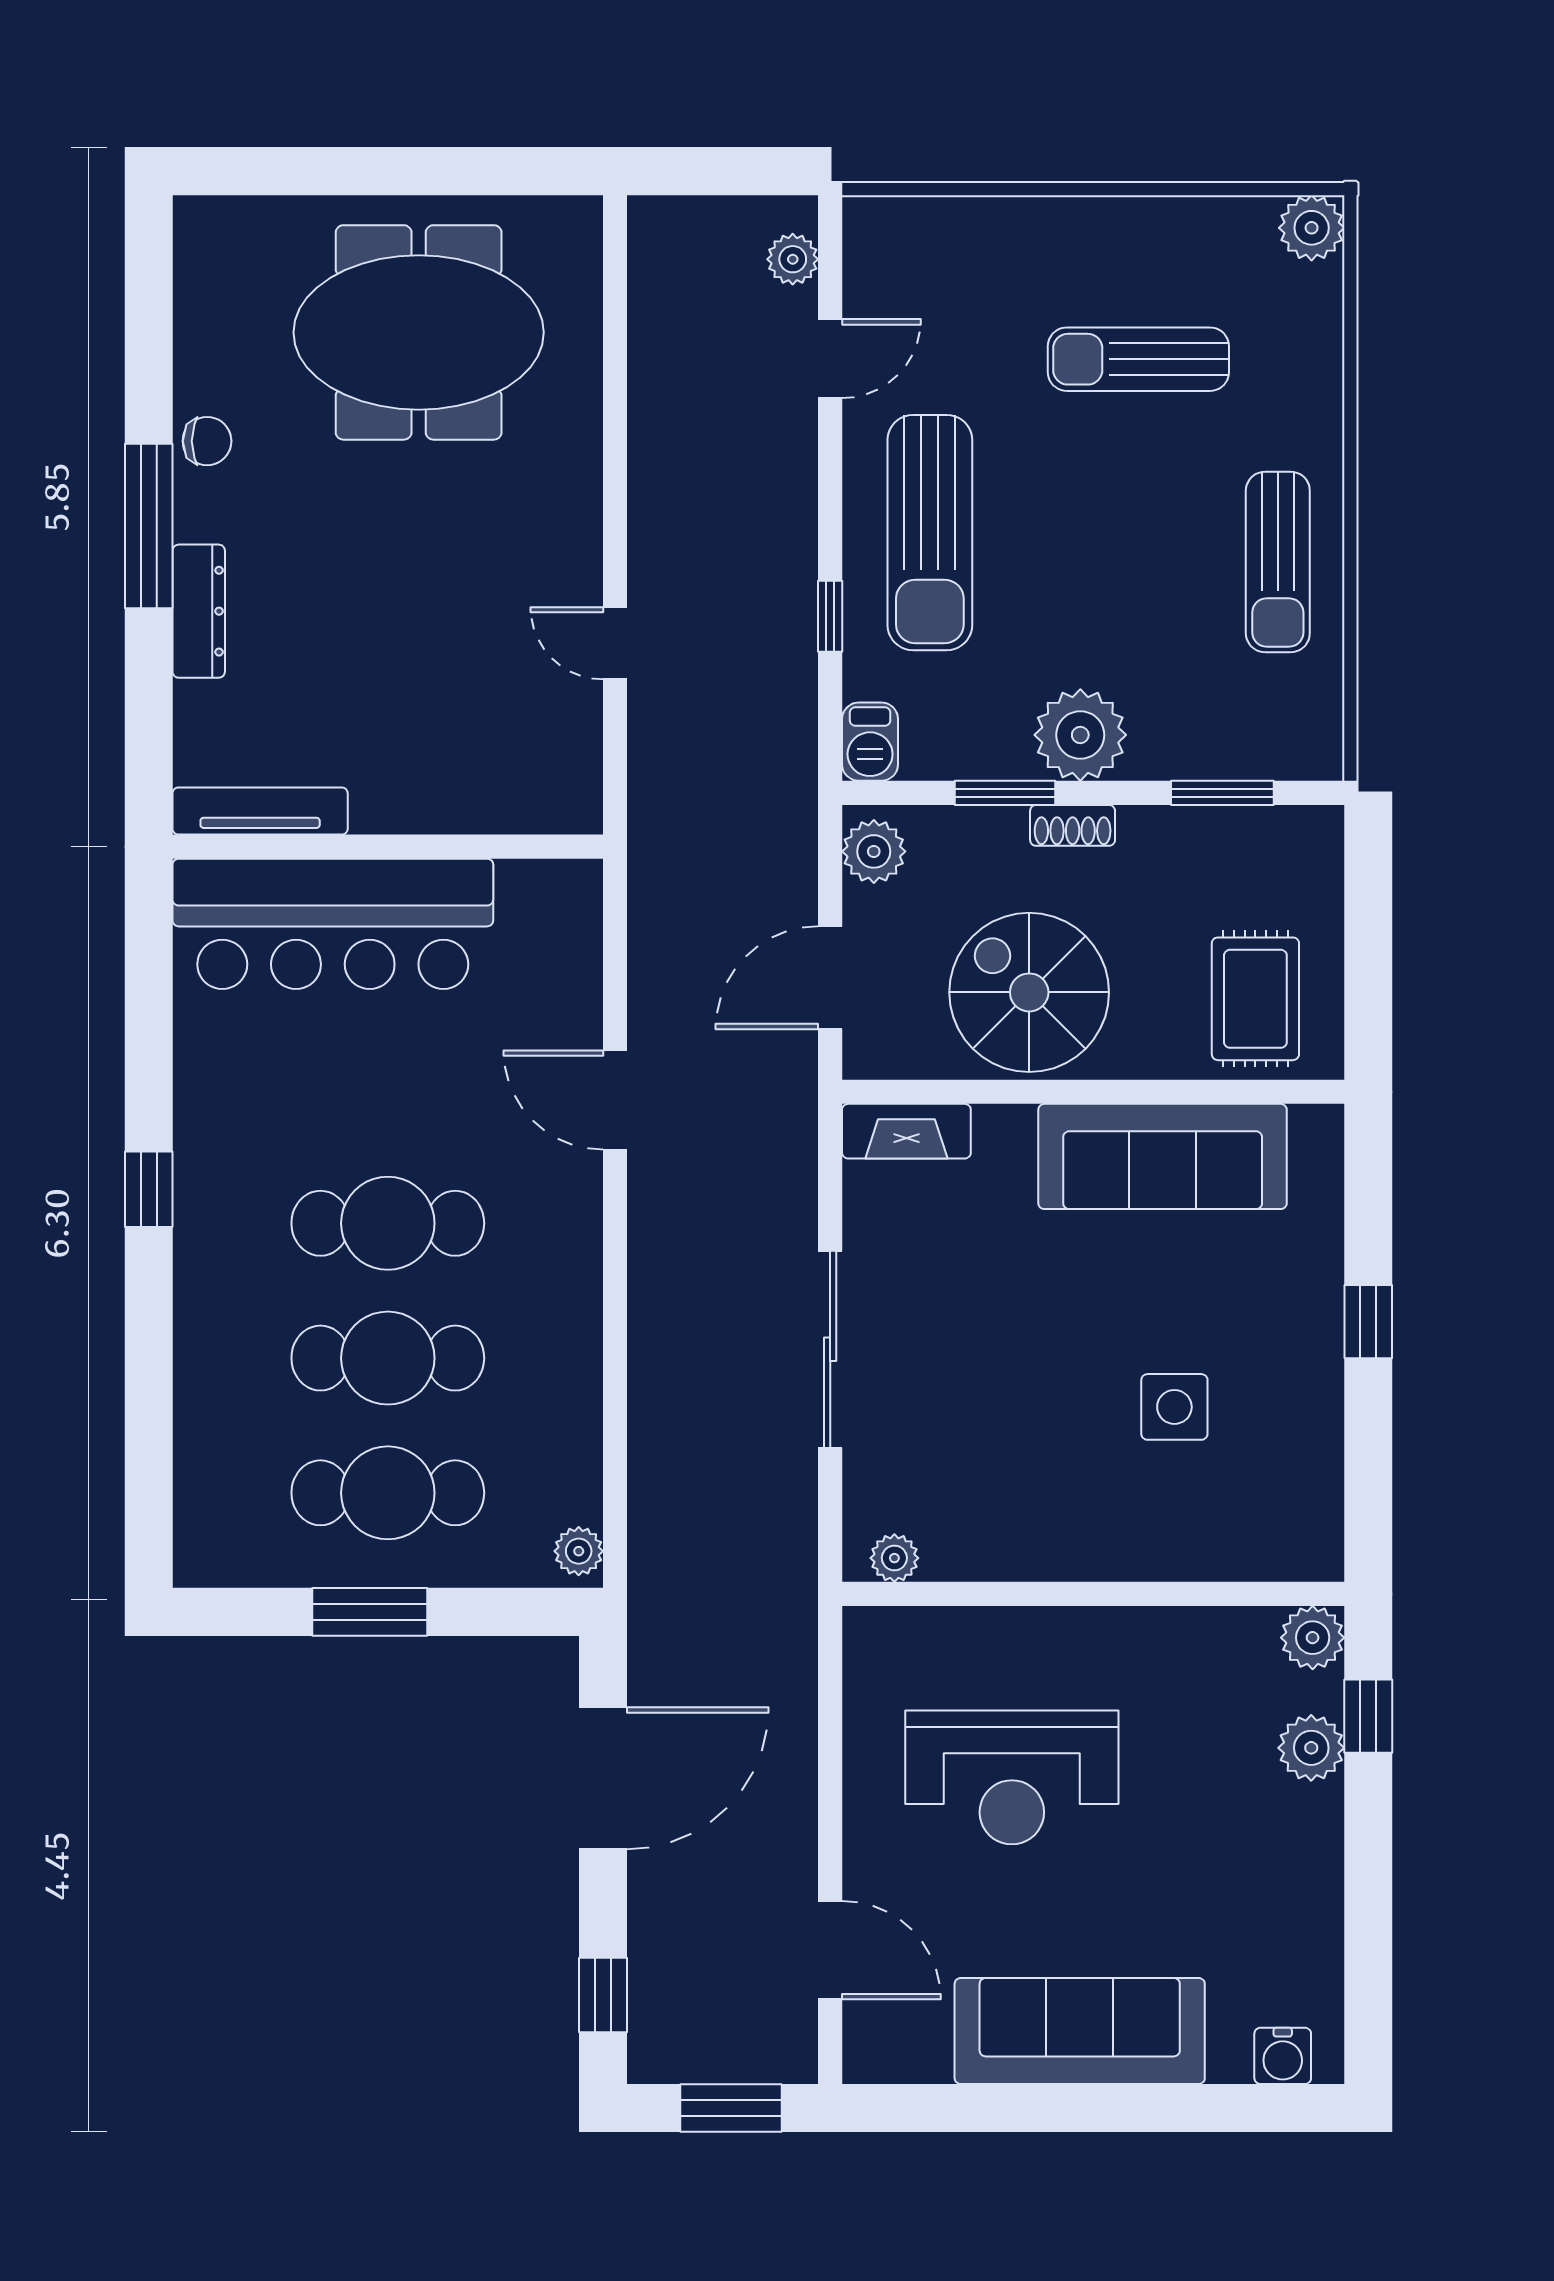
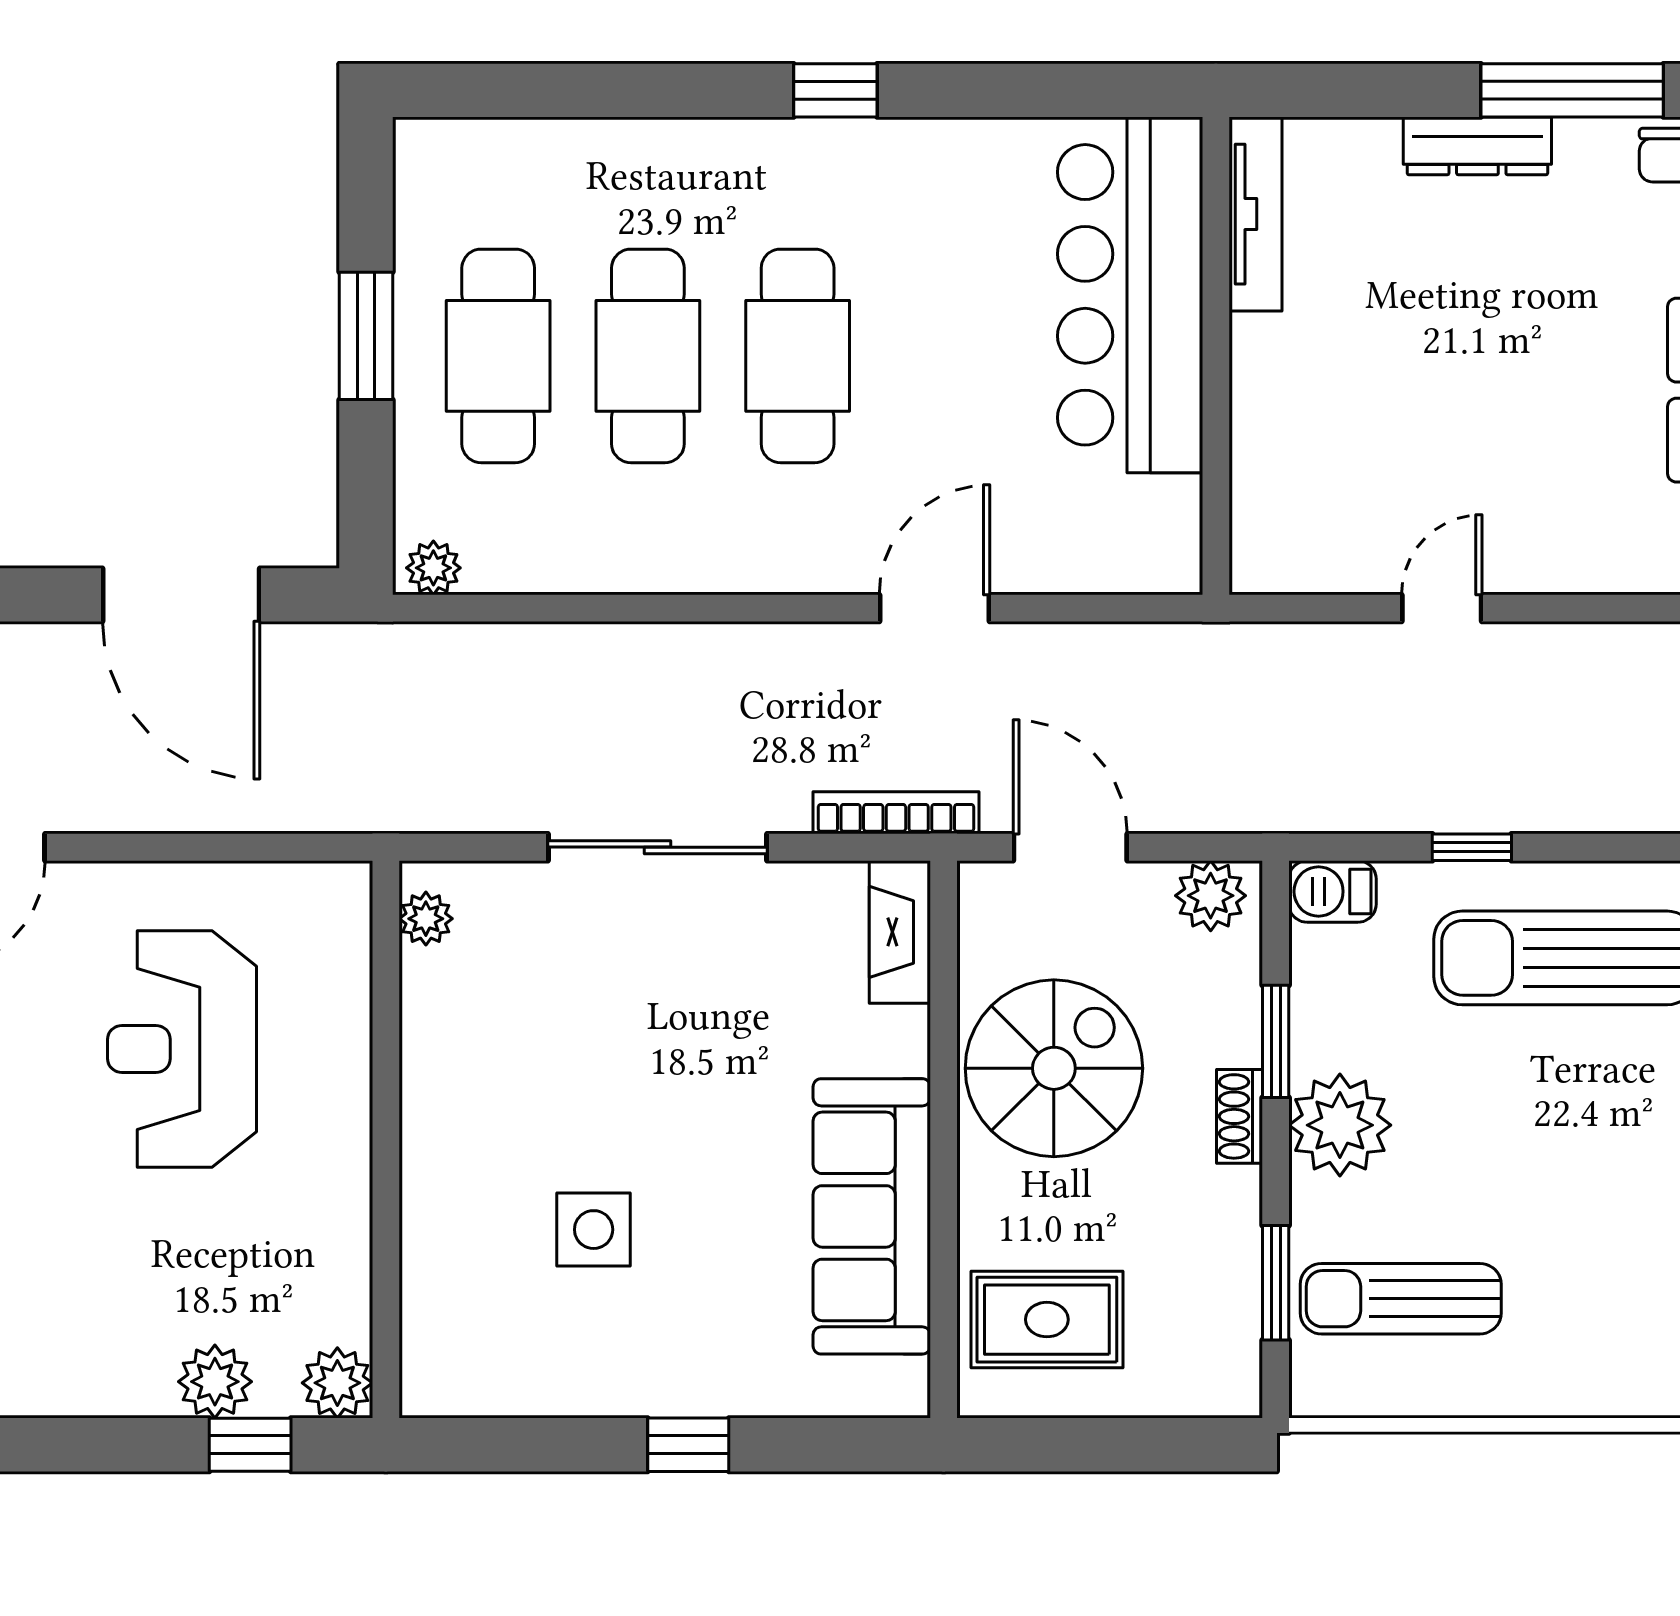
sun lounger: (1278, 562) -> (1401, 1299), moved
bookcase: (799, 1135) -> (896, 813), added

